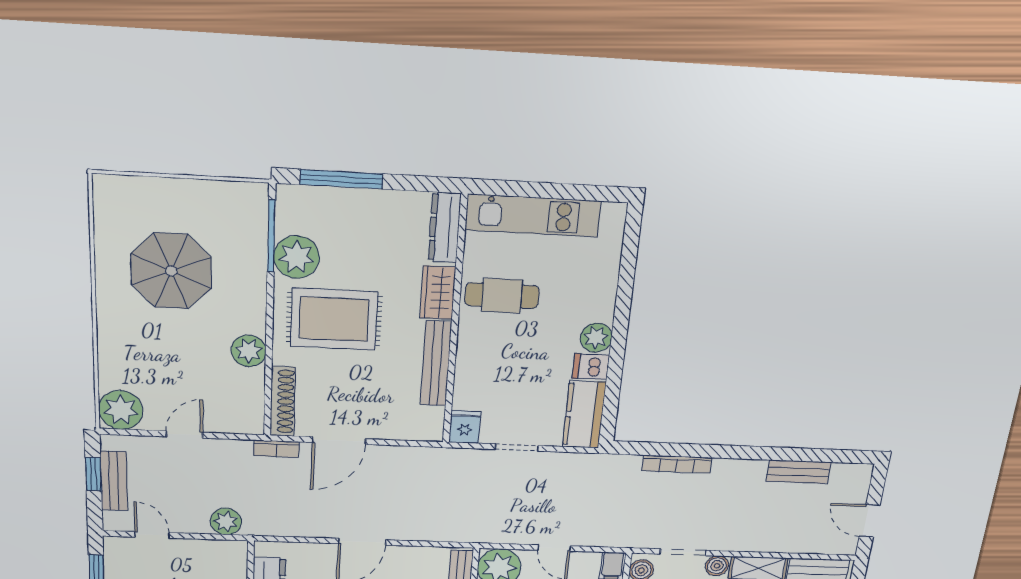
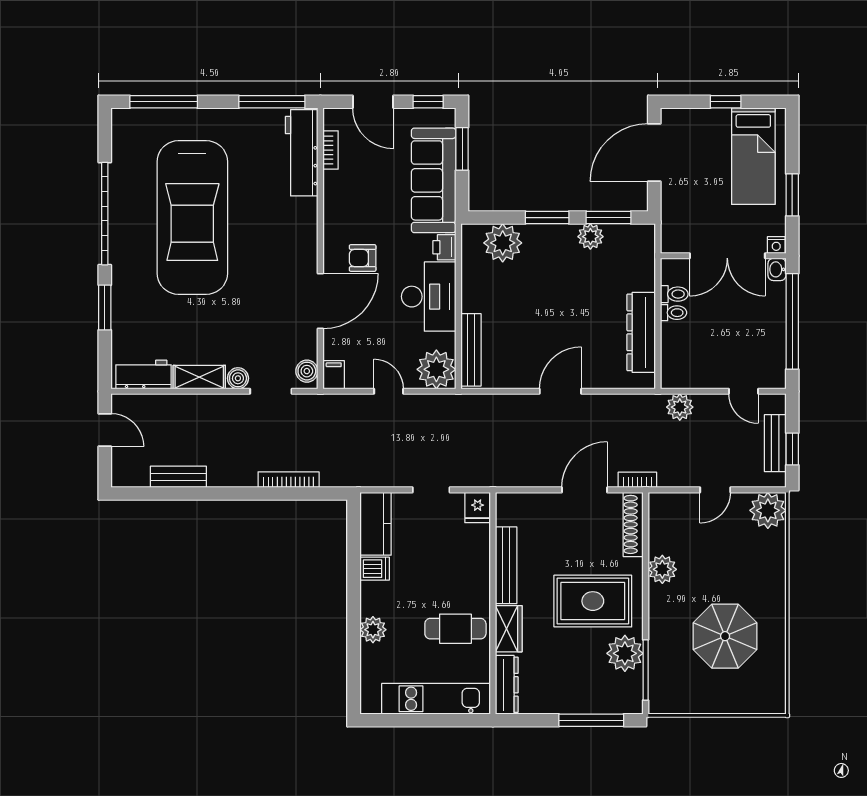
plant: (596, 338) -> (373, 630), moved

